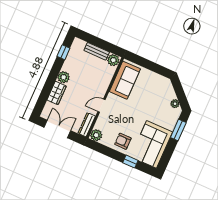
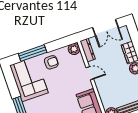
door: (102, 106) -> (90, 73), hinge flipped
window: (130, 162) -> (33, 53), width x2.17

